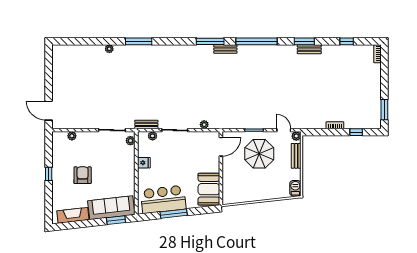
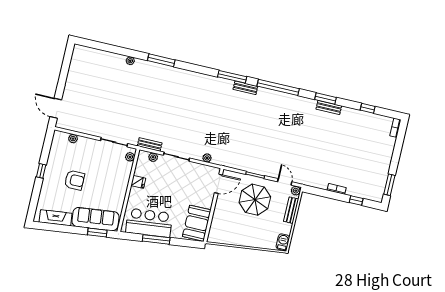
armchair: (83, 175) -> (75, 180), turned 90

